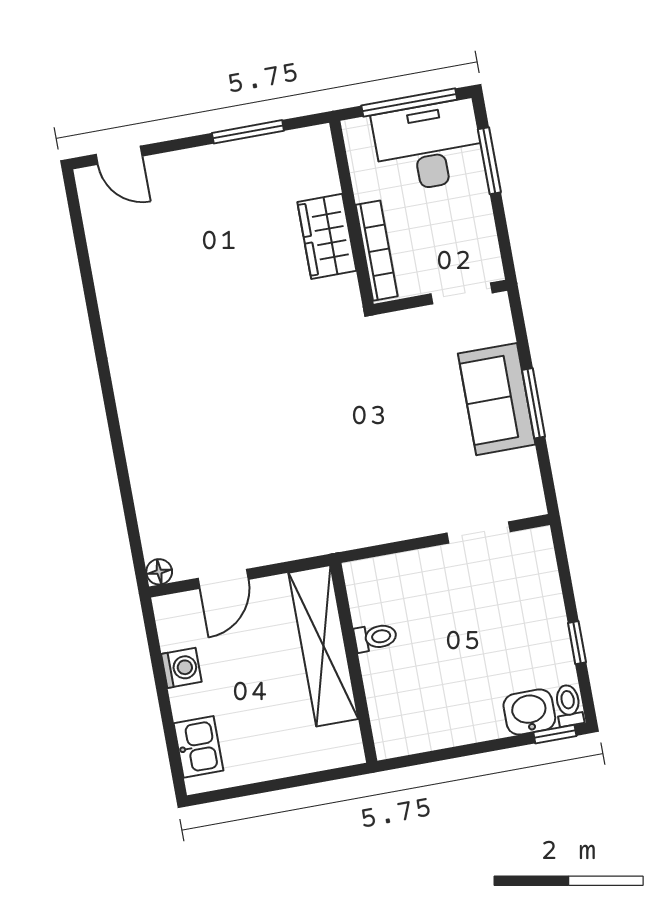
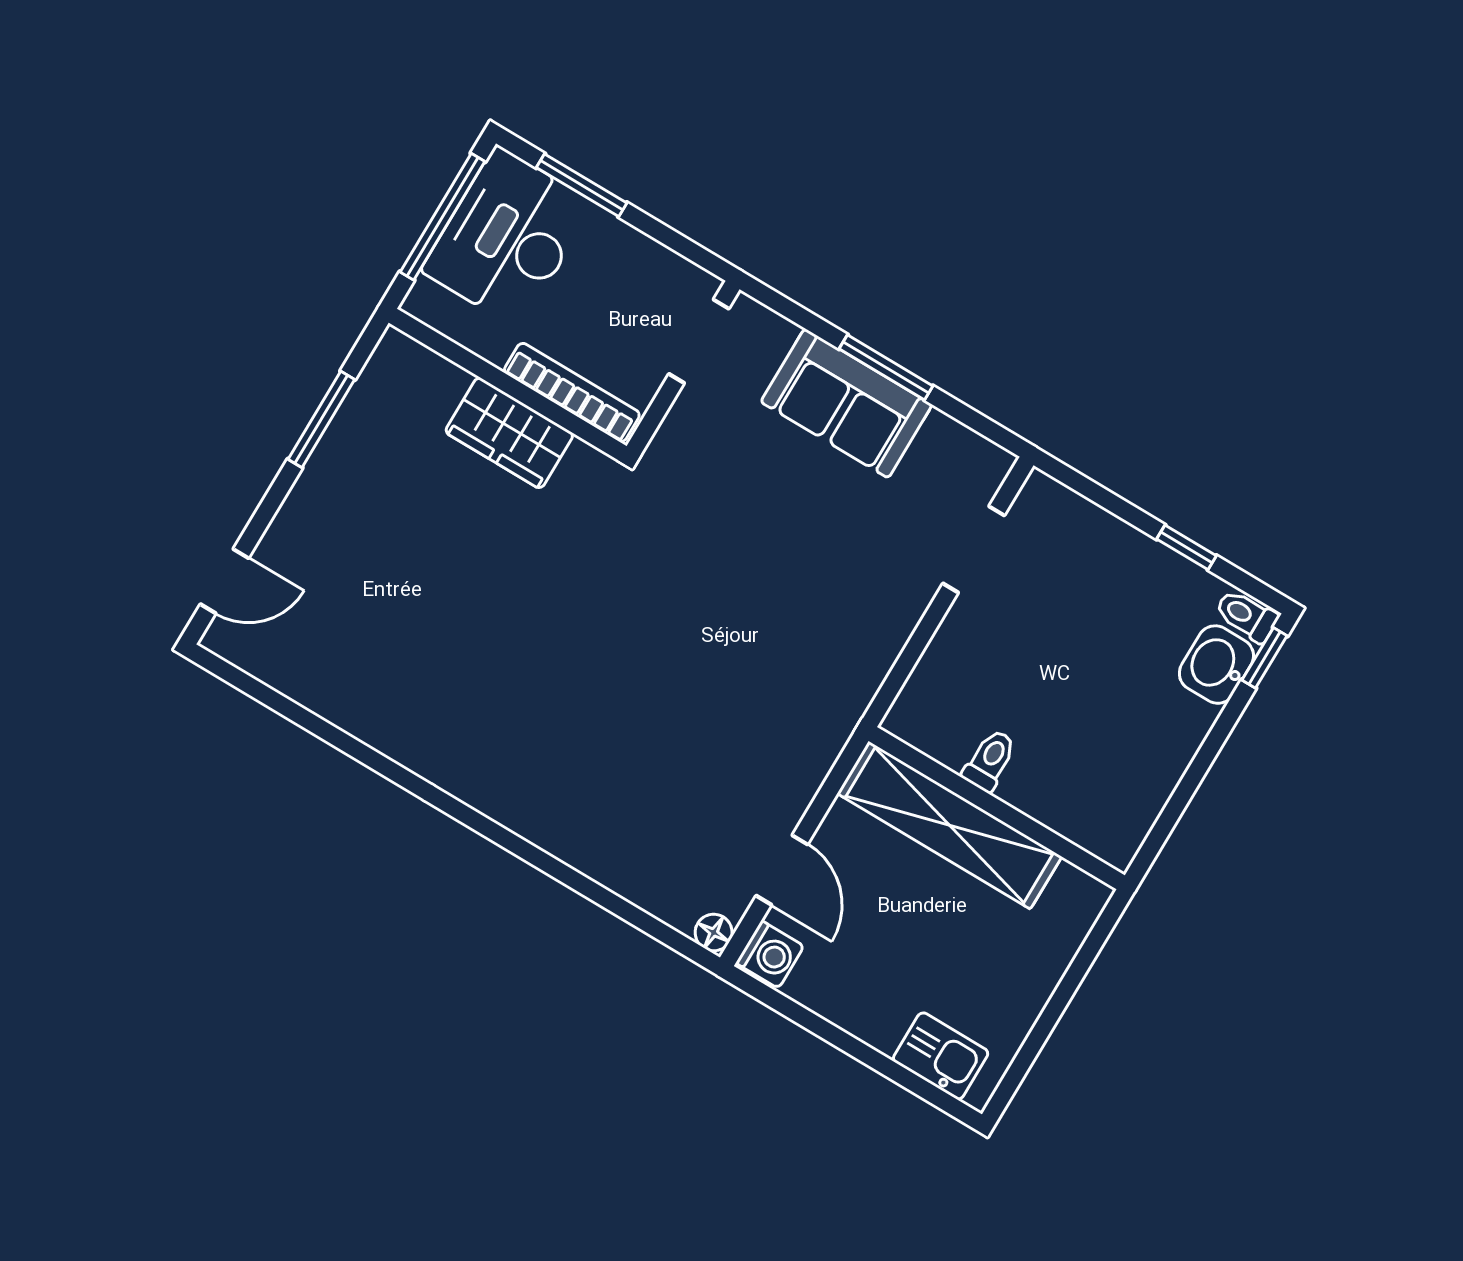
washing machine: (181, 668) -> (770, 954), moved, turned 90

